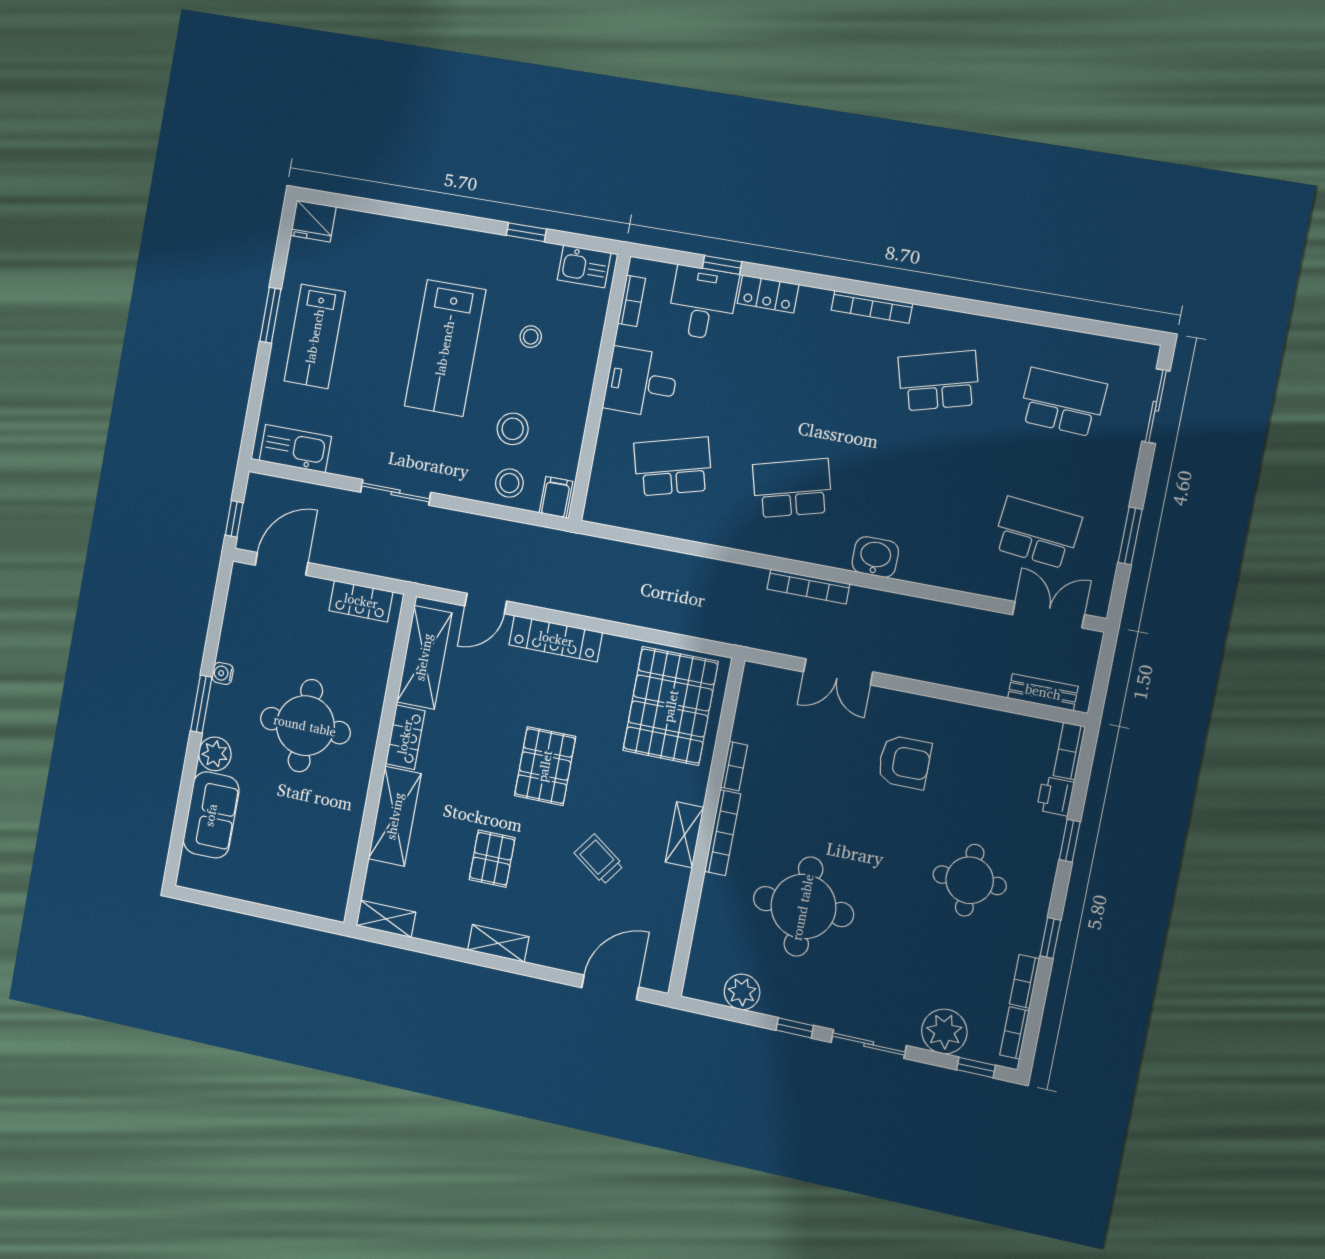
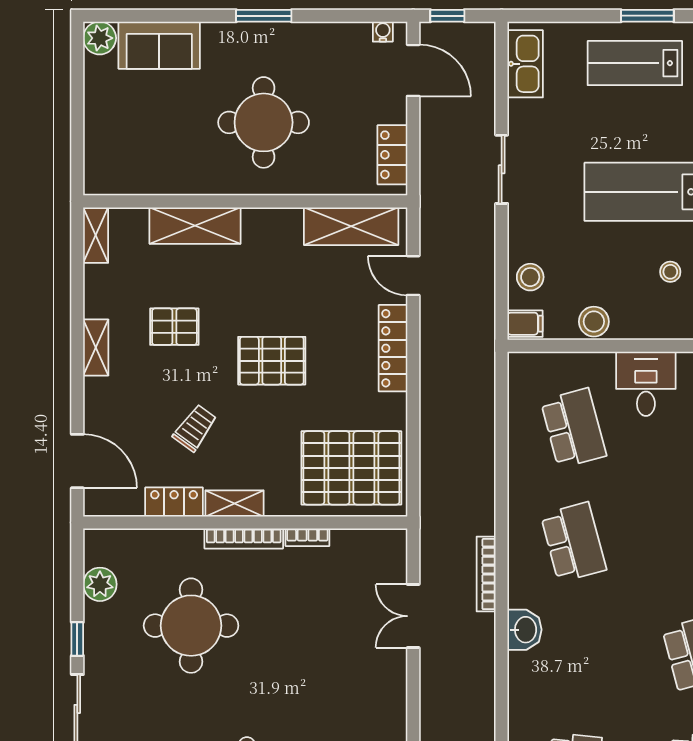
stool: (513, 429) -> (594, 322), moved
water cooler: (223, 673) -> (383, 32), moved
locker: (405, 737) -> (174, 502), moved, turned 180
plant: (215, 754) -> (100, 38), moved
armchair: (904, 762) -> (343, 692), removed

